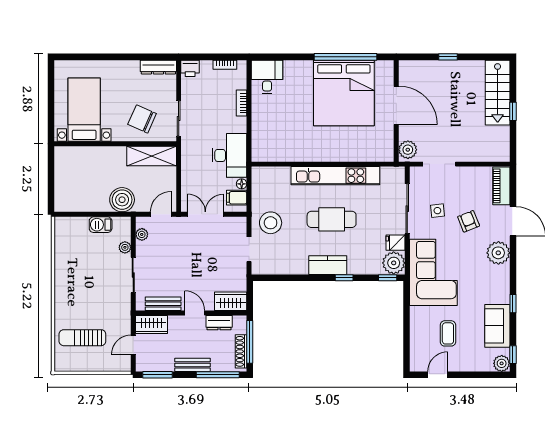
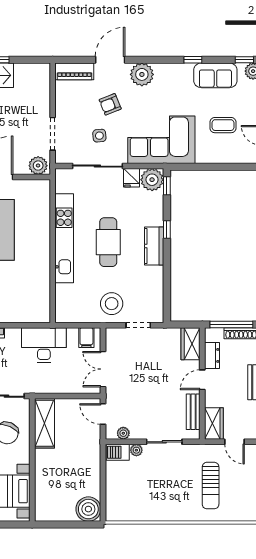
floor lamp: (242, 184) -> (72, 333), removed
boiler: (122, 200) -> (88, 509), moved
barbecue: (101, 225) -> (118, 452), moved, turned 90
sun lounger: (82, 338) -> (211, 486), moved

